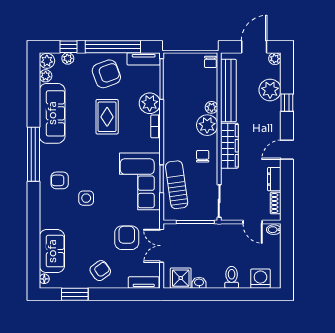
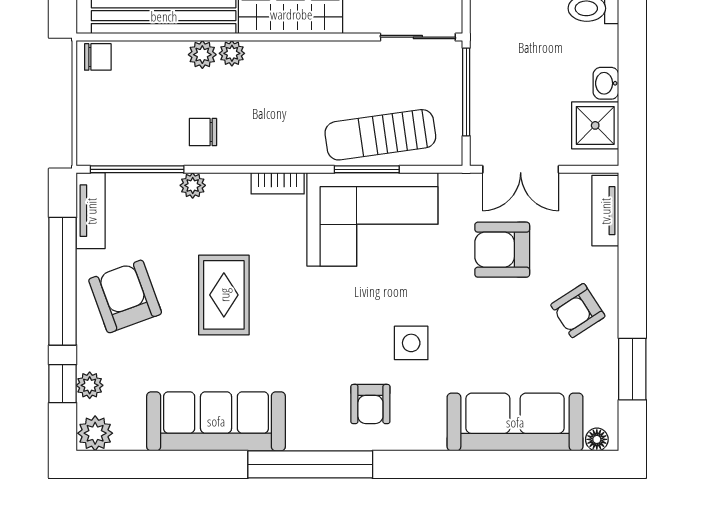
plant: (46, 76) -> (130, 436), removed
plant: (150, 103) -> (193, 185), width x0.53, depth x0.53
rug: (107, 117) -> (224, 295), turned 90
plant: (207, 125) -> (232, 53), width x0.53, depth x0.53
bookcase: (156, 126) -> (278, 183), moved
chair: (203, 156) -> (203, 132), moved
sofa: (52, 251) -> (515, 422), width x1.36
armchair: (100, 271) -> (578, 311), turned -87

